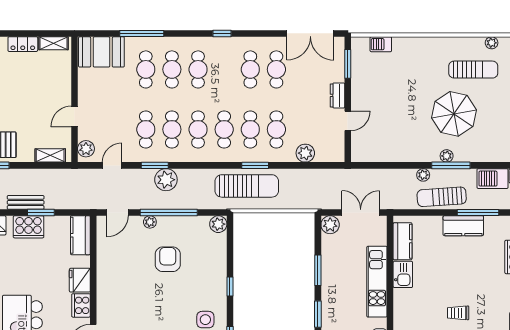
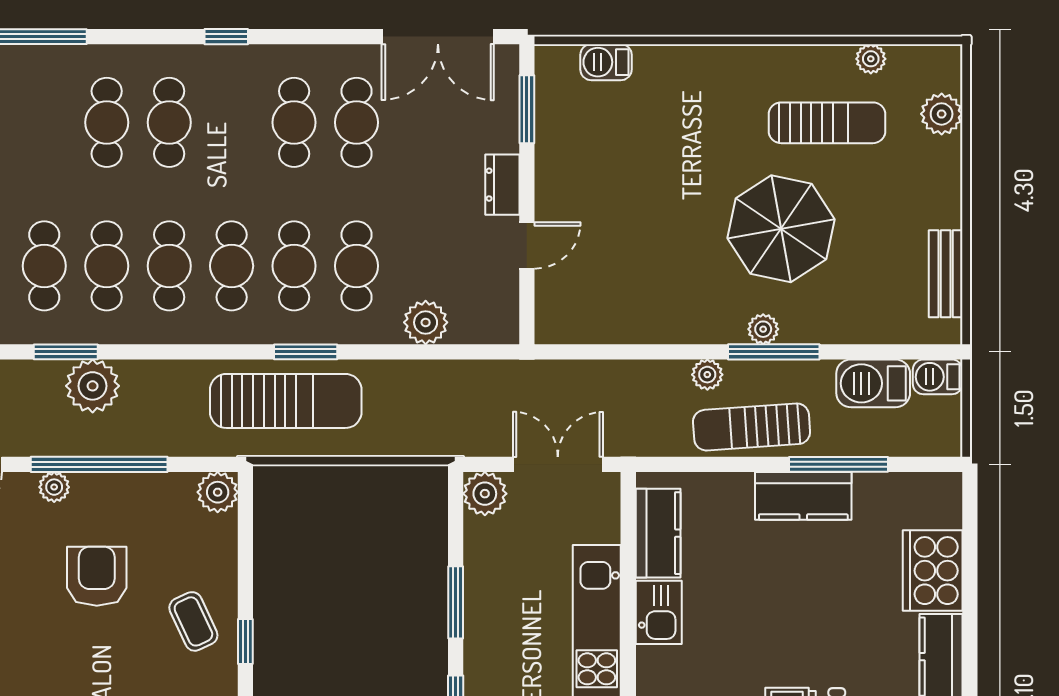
cafe table: (146, 69) -> (44, 122), removed
coffee table: (208, 278) -> (193, 621), added

